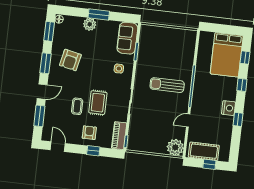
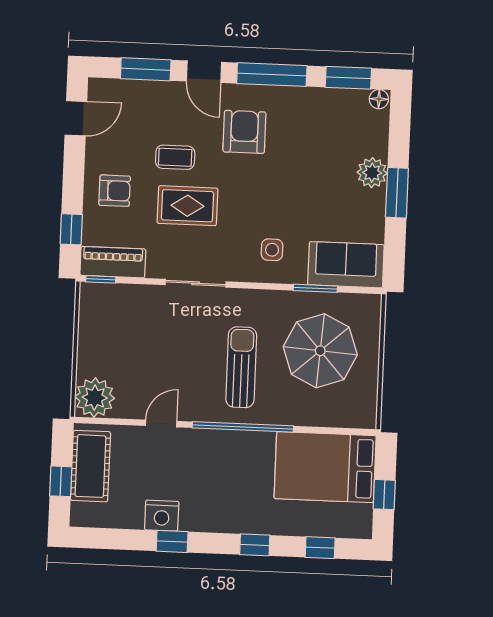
window: (225, 29) -> (384, 495), added
parasol: (163, 51) -> (320, 351), added
bed: (227, 55) -> (325, 467), moved
armchair: (70, 60) -> (244, 132), moved, turned 78
window: (45, 63) -> (272, 75), width x1.44
nightstand: (228, 108) -> (162, 516), moved
door: (188, 120) -> (161, 423), hinge flipped
window: (93, 151) -> (71, 229), moved

